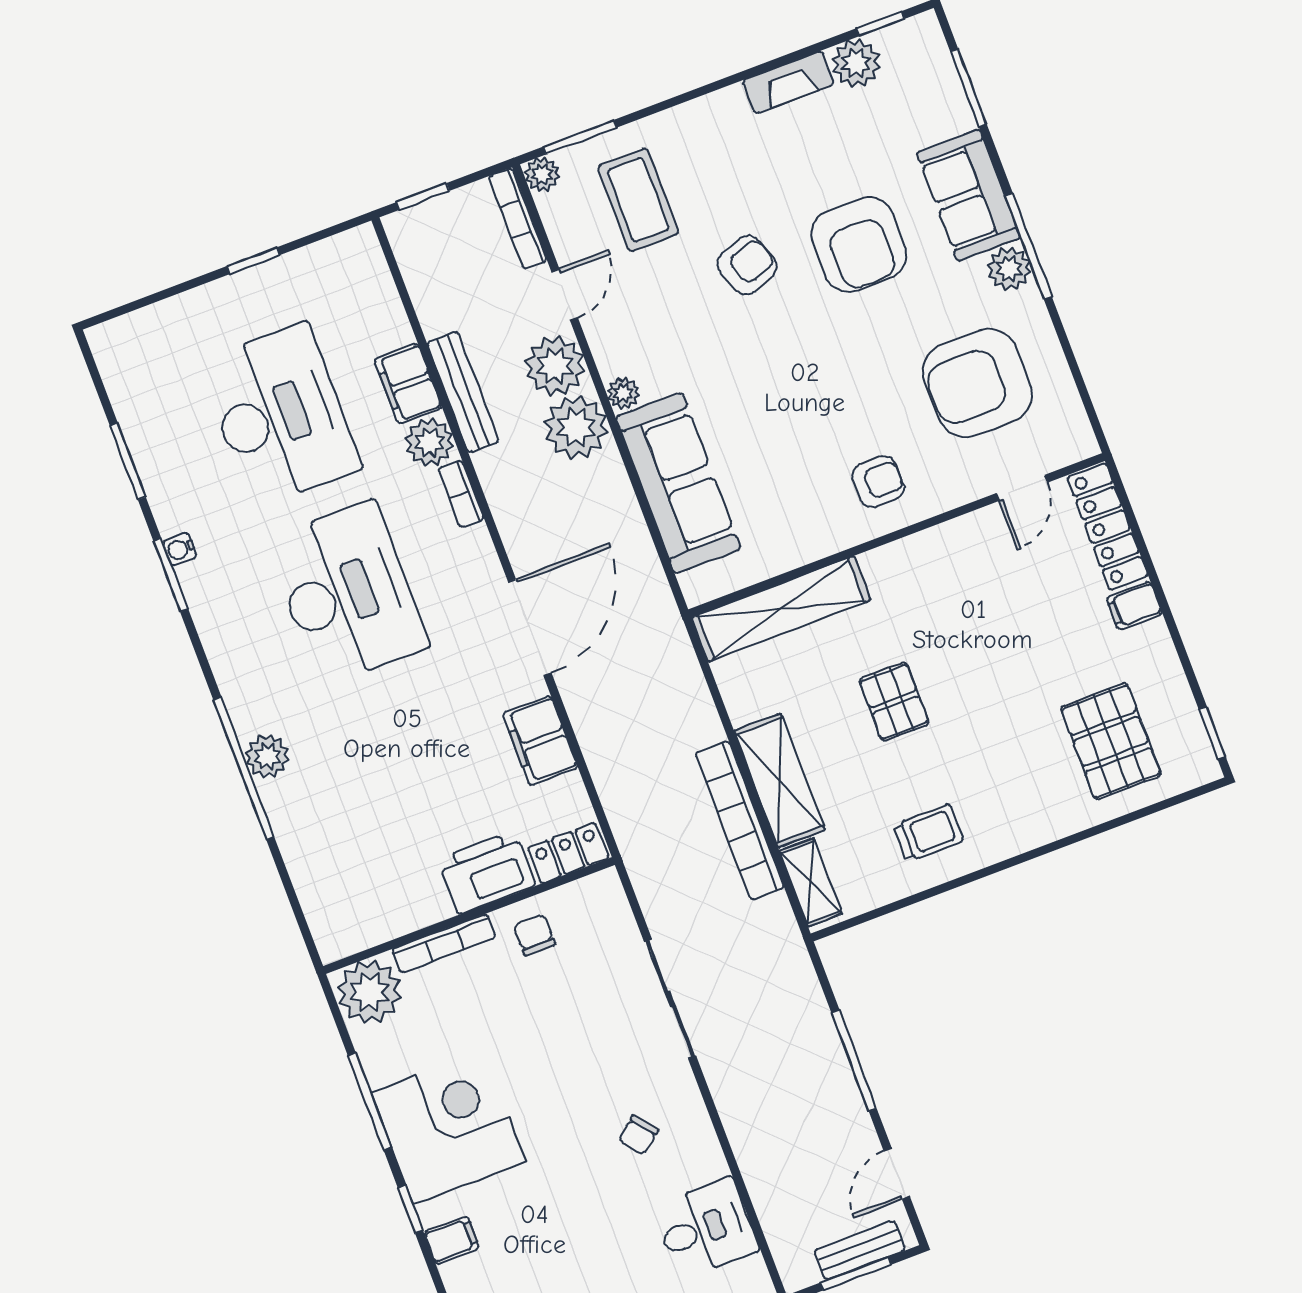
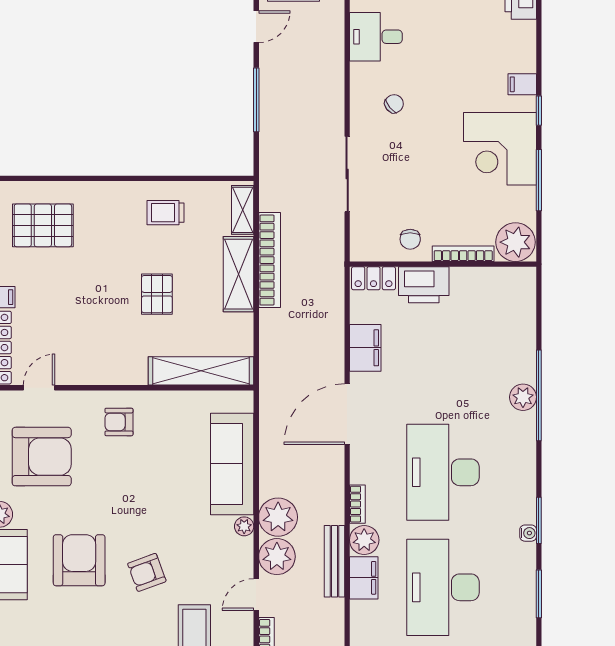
pallet: (1111, 741) -> (43, 225), turned 90

